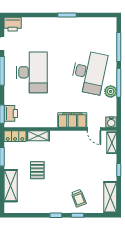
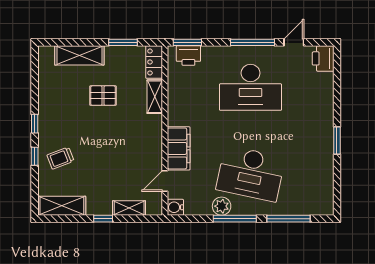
shelving: (112, 143) -> (129, 208), moved

